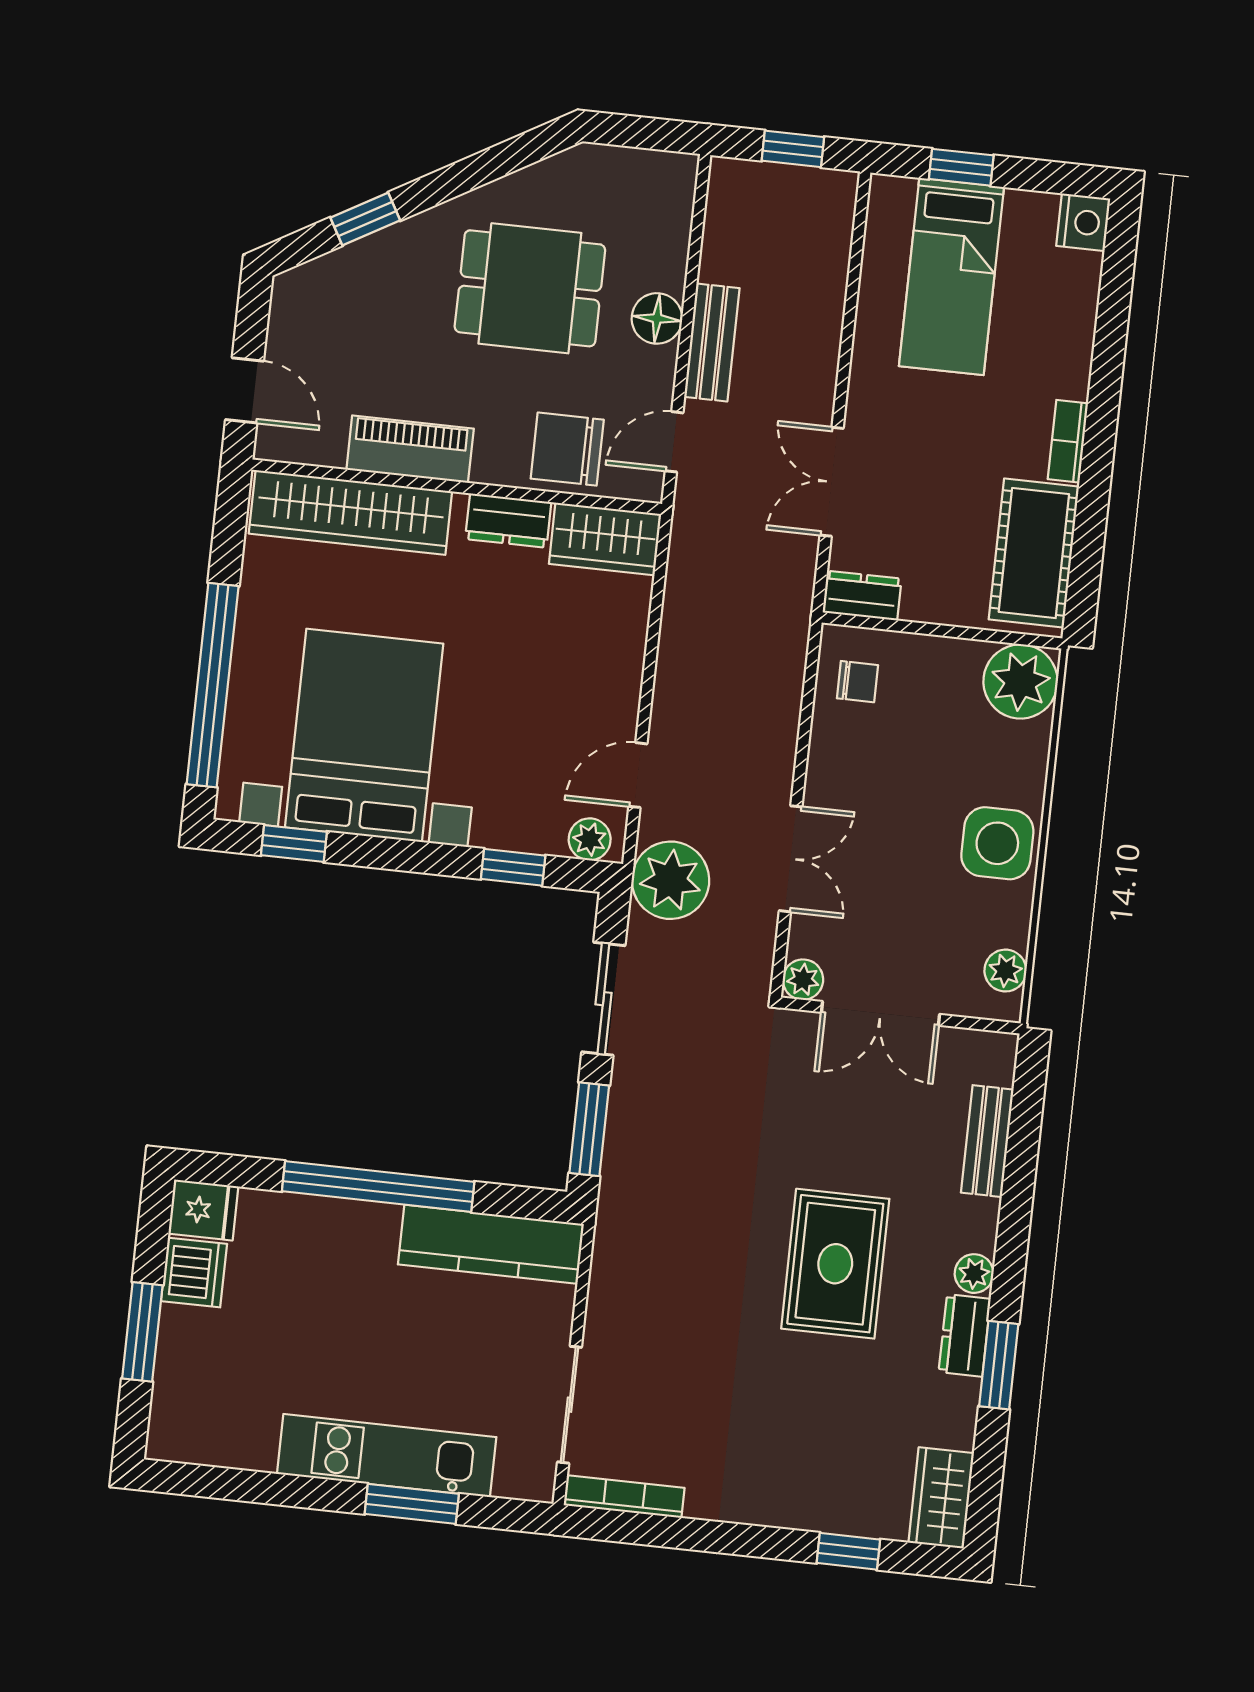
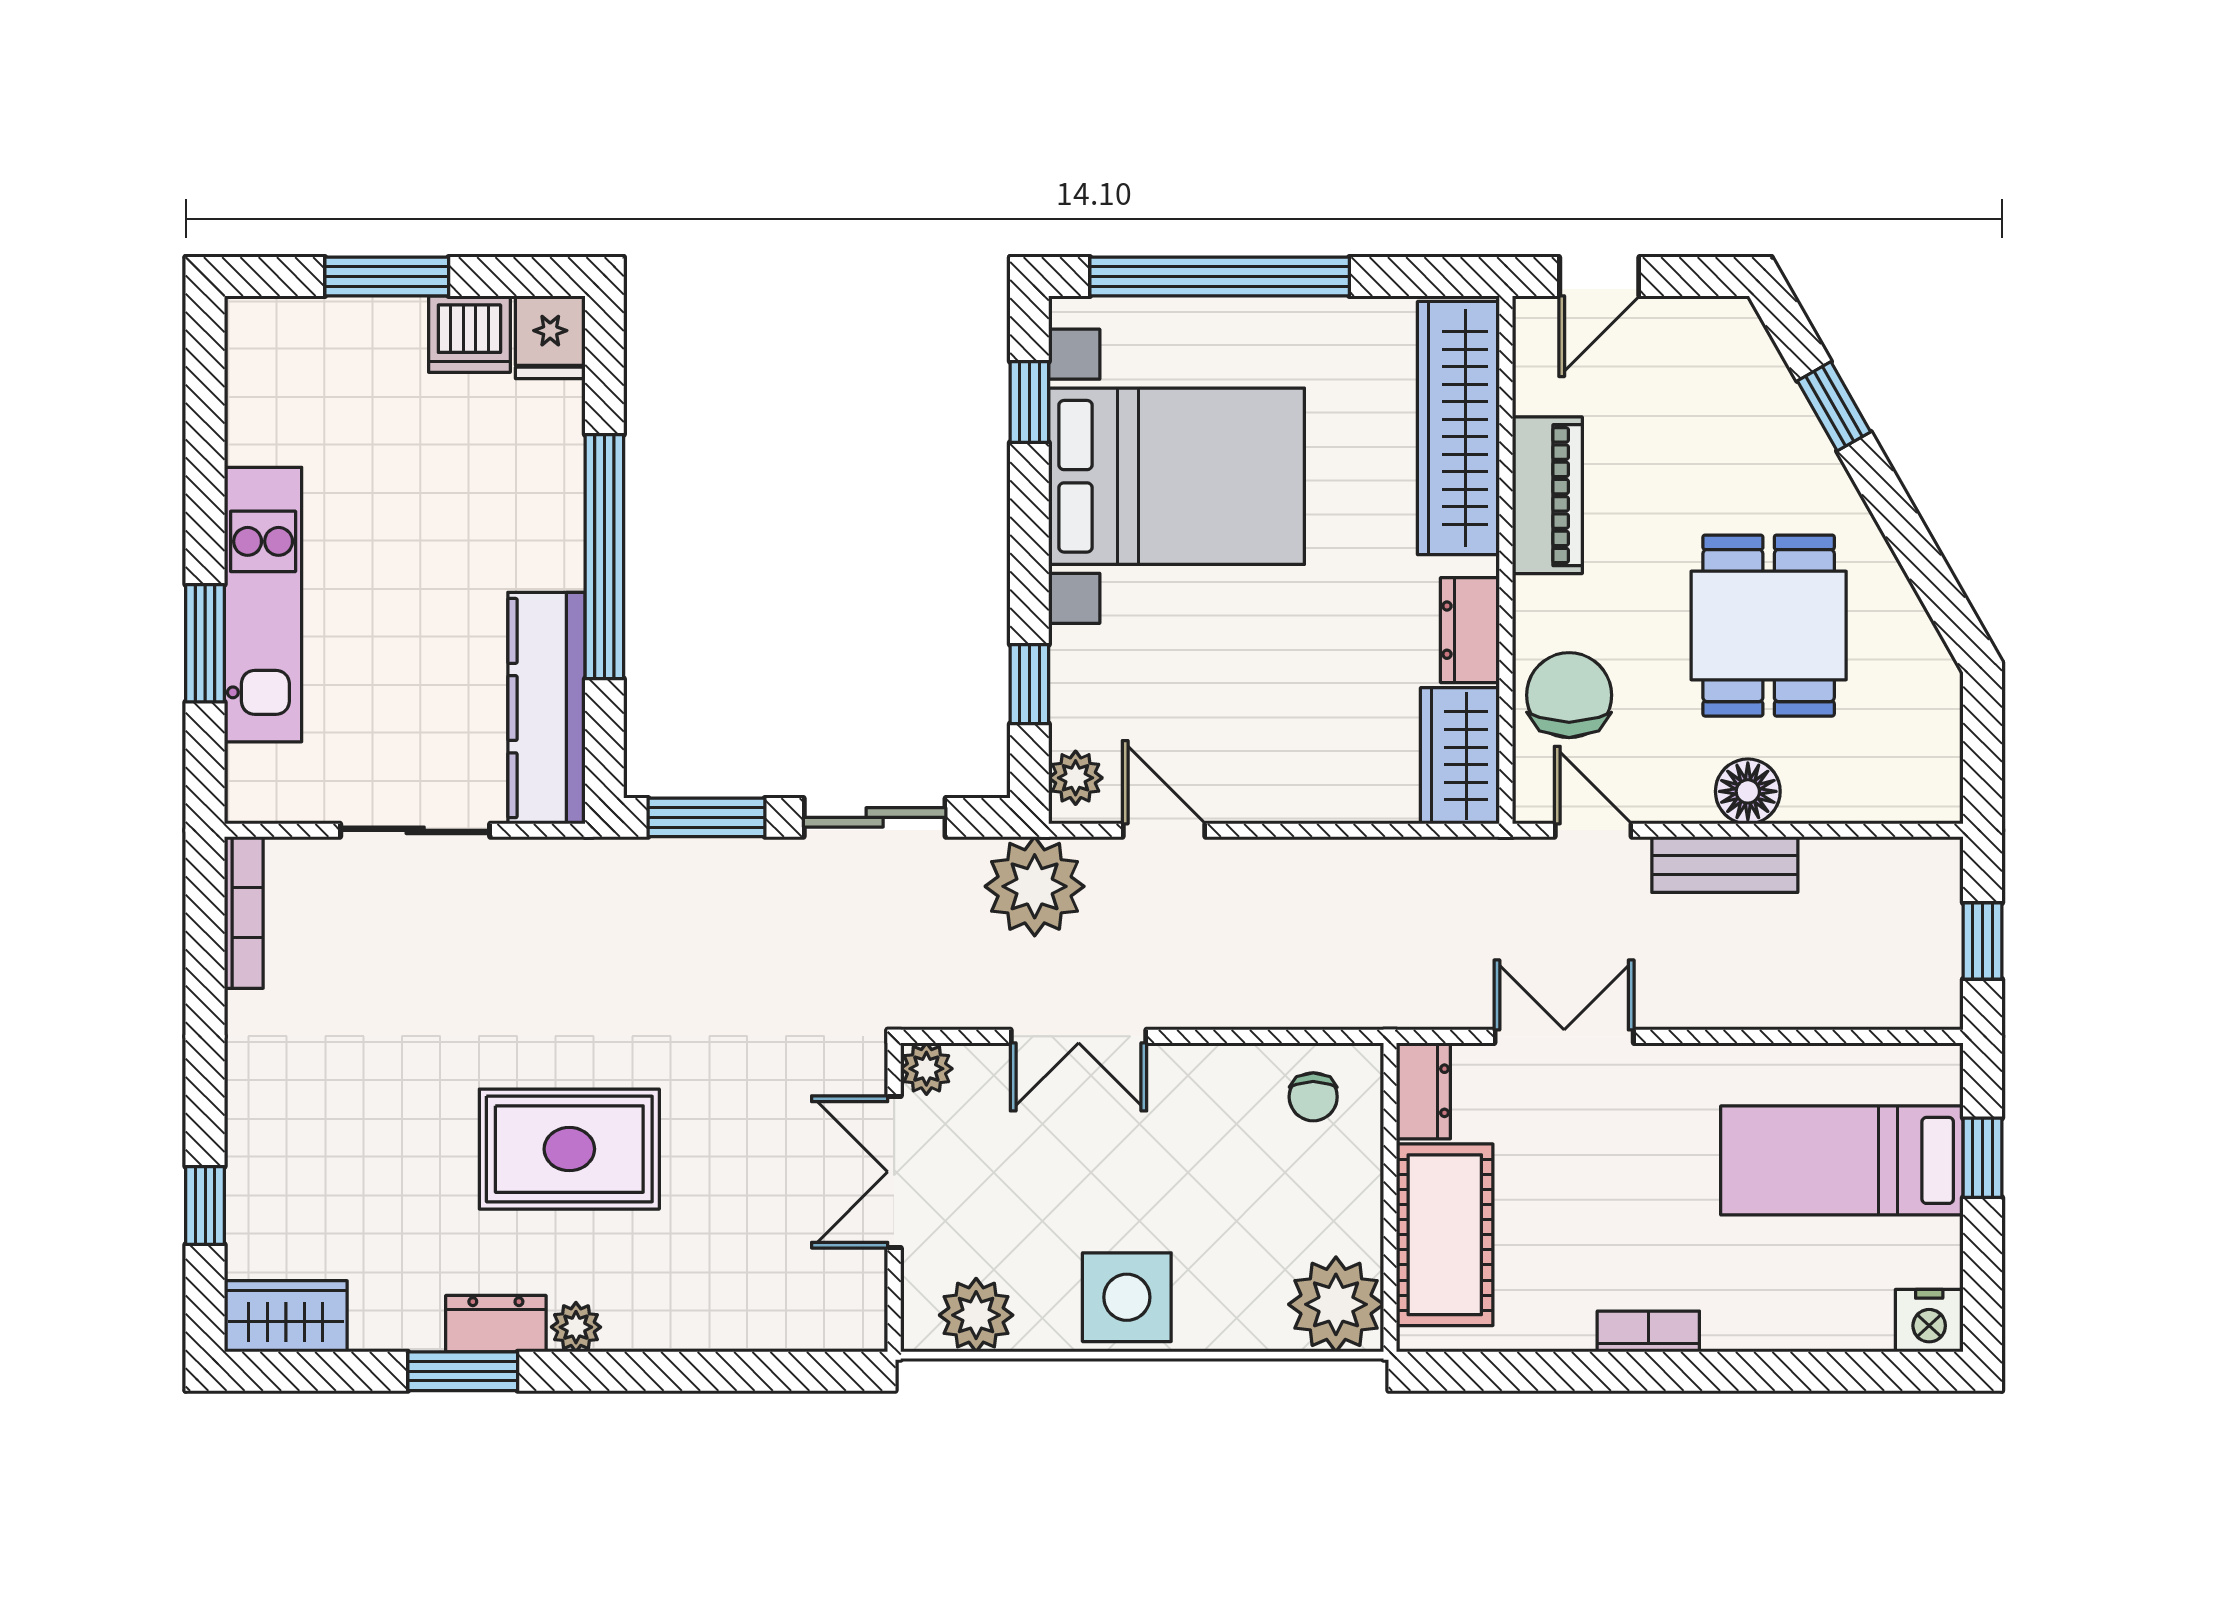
cot: (1034, 553) -> (1445, 1235), moved, turned 90
plant: (1005, 971) -> (976, 1315), width x1.38, depth x1.38
bench: (987, 1141) -> (746, 1325), removed
sliding door: (569, 1405) -> (415, 830), moved

